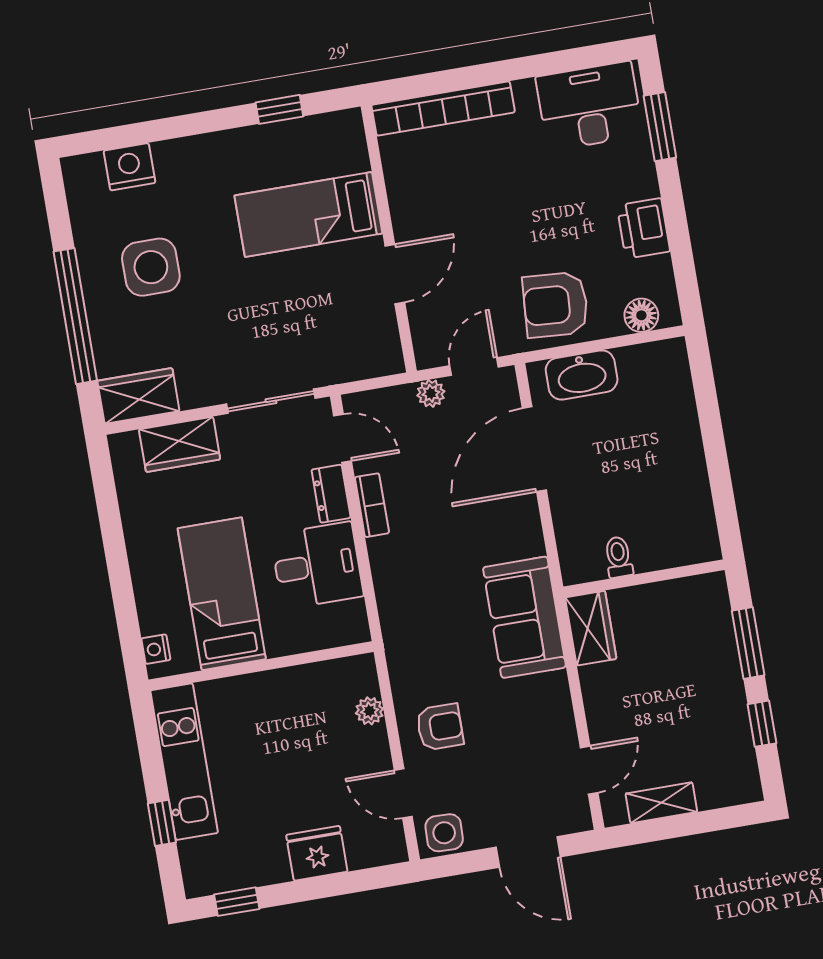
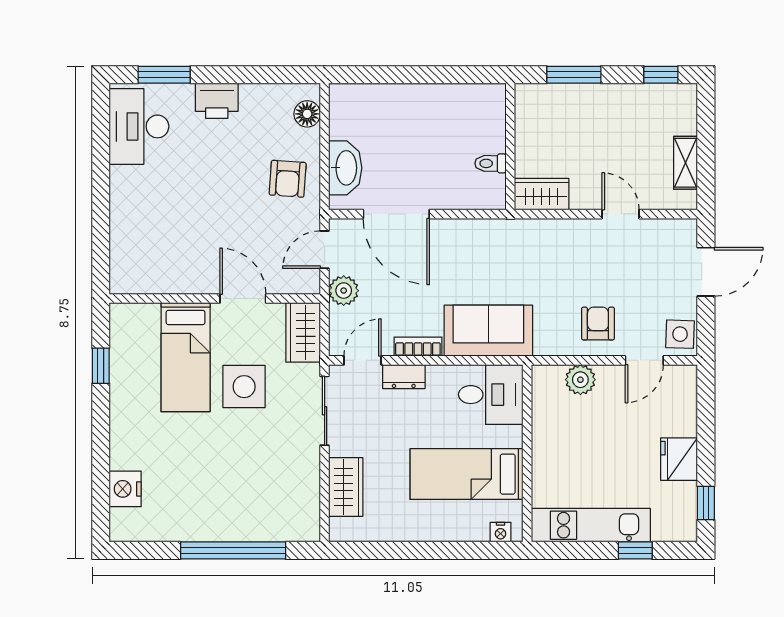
bookcase: (443, 109) -> (122, 239), removed
printer: (643, 228) -> (217, 101), moved
side table: (151, 267) -> (244, 387), moved
armchair: (555, 305) -> (288, 179), width x0.72, depth x0.72
door: (474, 366) -> (325, 250), hinge flipped
plant: (431, 393) -> (344, 291), width x1.38, depth x1.38
wardrobe: (138, 396) -> (303, 332), moved
desk: (317, 565) -> (491, 395), moved, turned 90
sofa: (524, 617) -> (488, 331), moved, turned 180
plant: (370, 711) -> (580, 380), width x1.38, depth x1.38
window: (762, 724) -> (661, 75), moved
door: (589, 770) -> (621, 214), moved
fridge: (317, 853) -> (679, 459), moved

